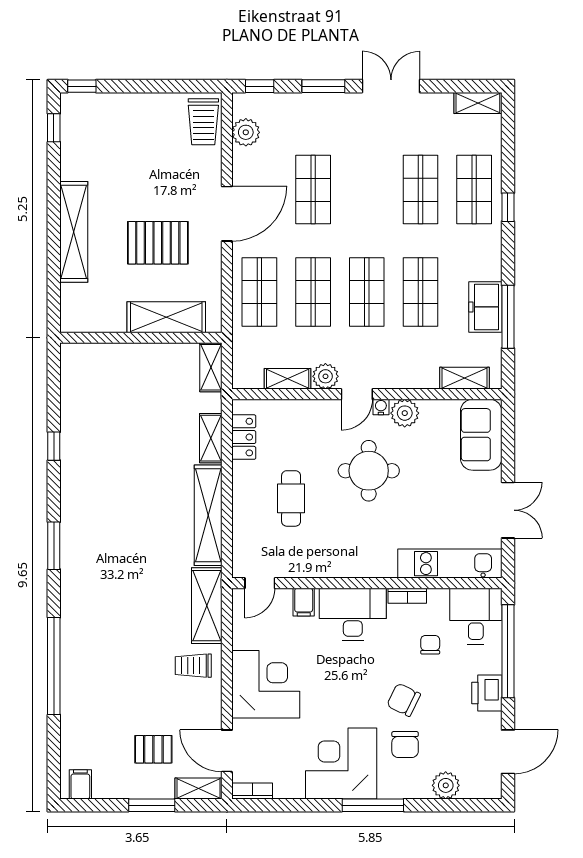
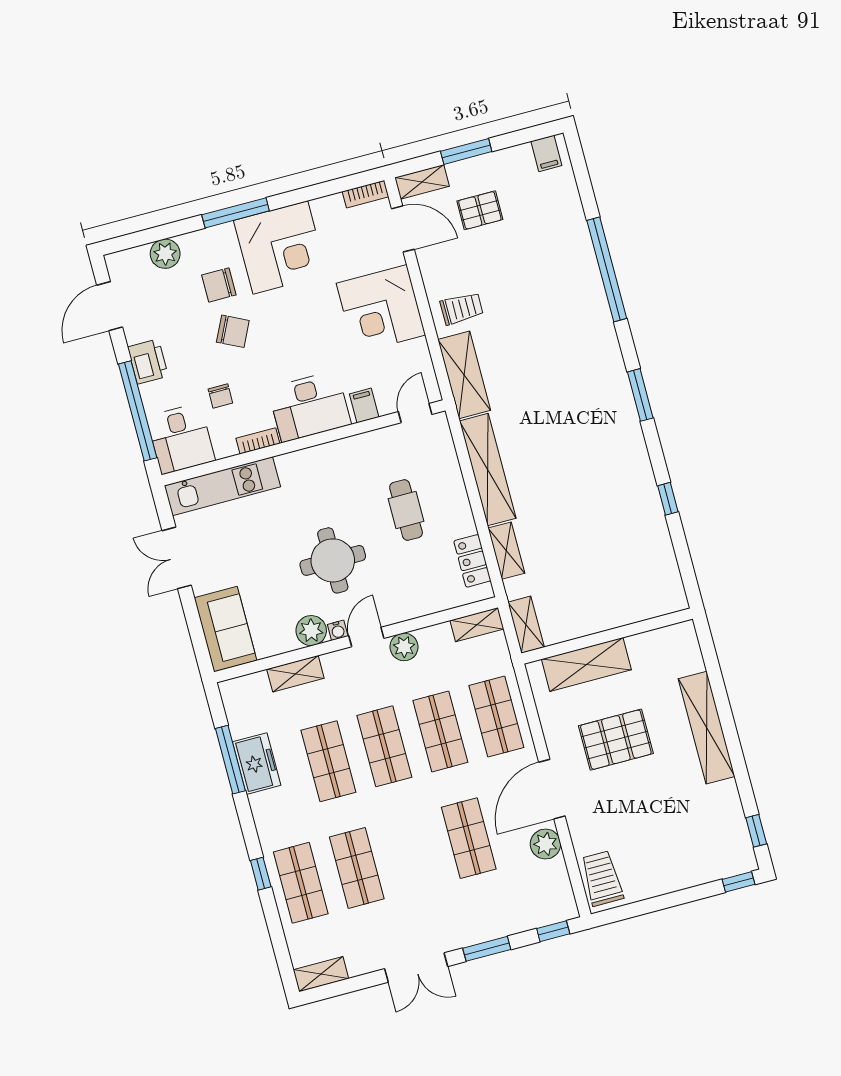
plant: (246, 132) -> (545, 844), moved
shelving: (464, 378) -> (295, 674), moved
shelving: (288, 379) -> (477, 625), moved
chair: (405, 745) -> (219, 285), turned -90

